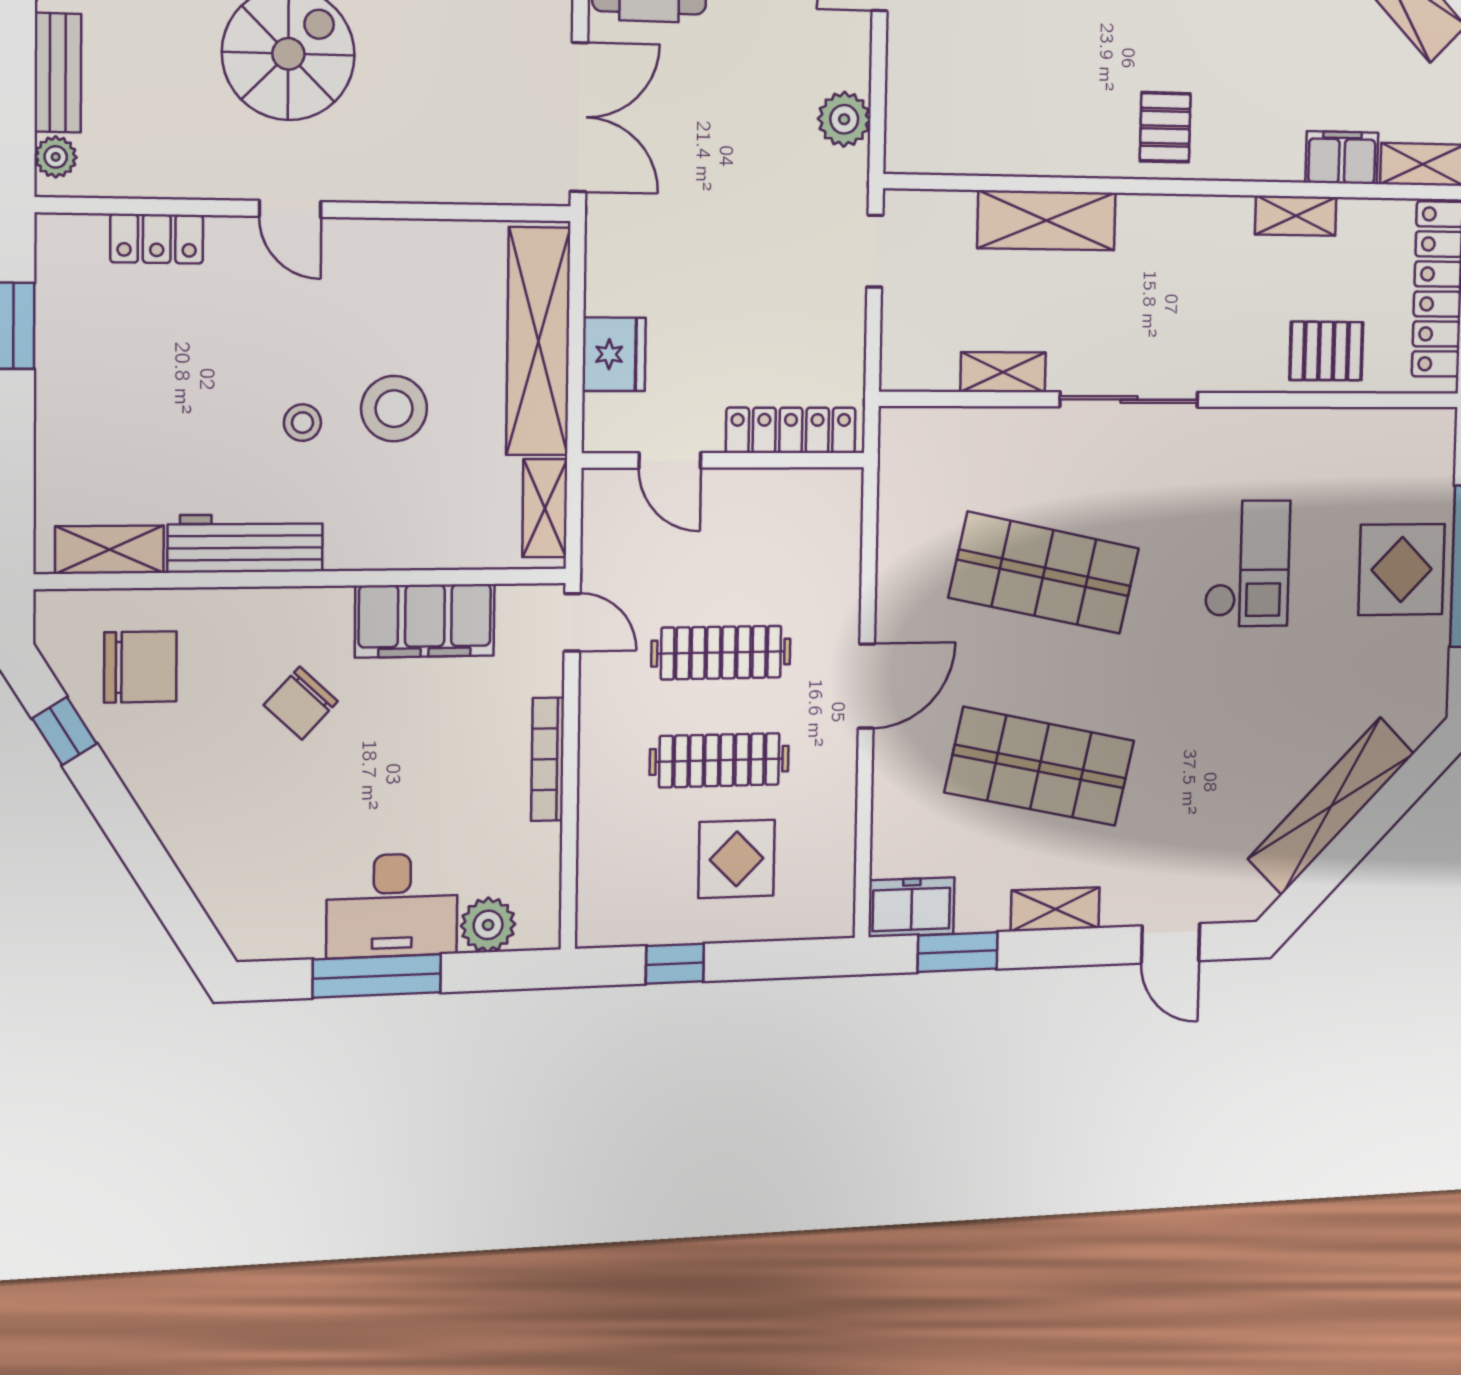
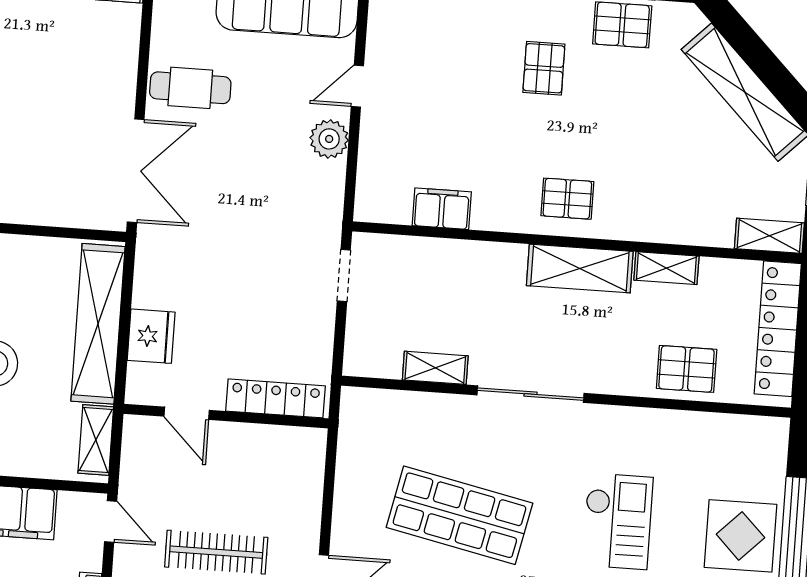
plant: (844, 119) -> (329, 139), moved
pallet: (1165, 127) -> (567, 199), turned 90
filing cabinet: (1342, 158) -> (442, 209), moved
shelving: (1046, 220) -> (580, 269), moved

